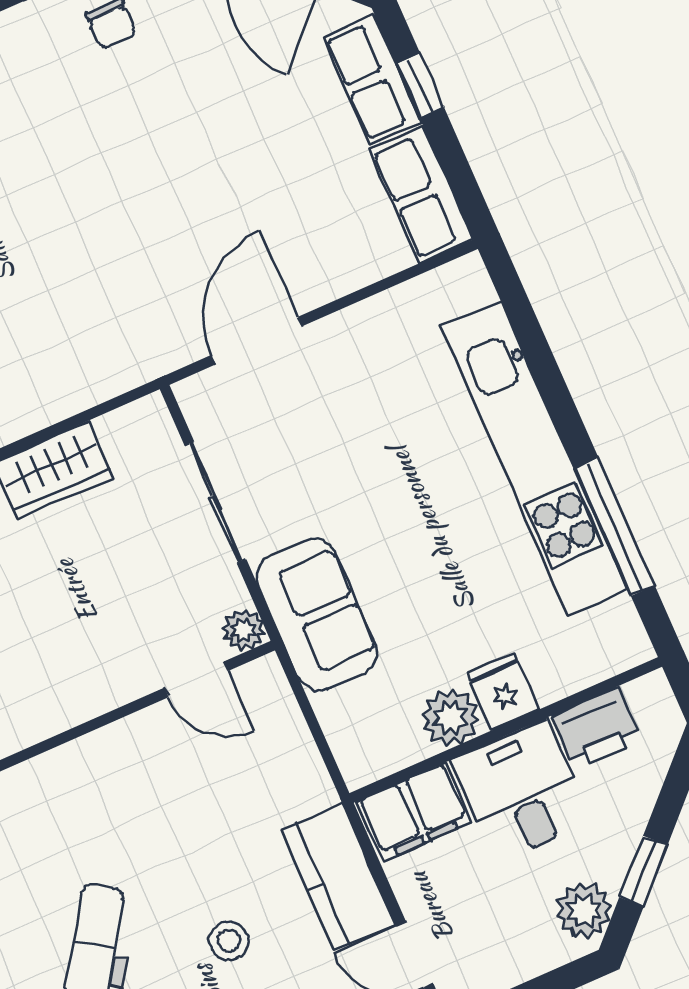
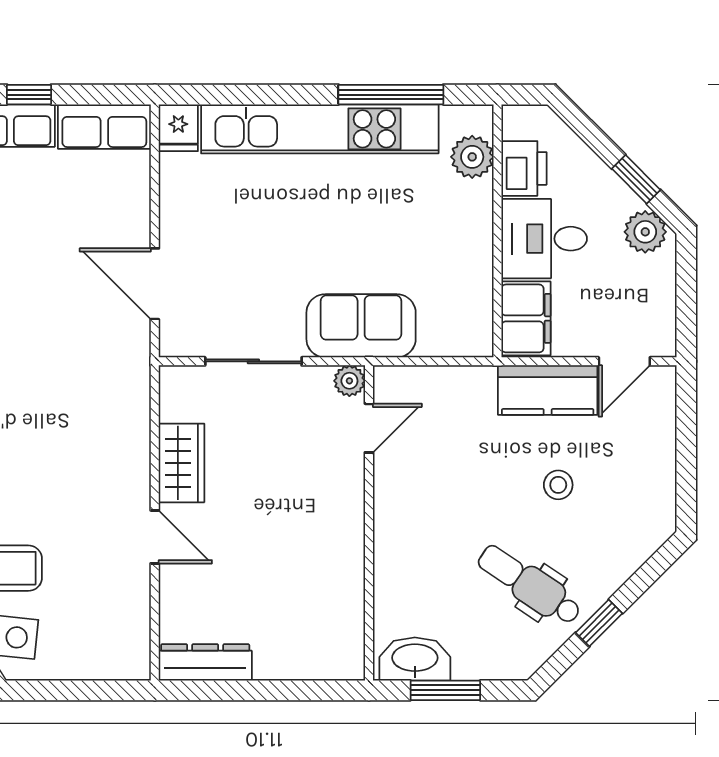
fridge: (503, 691) -> (178, 128), moved, turned -90
plant: (450, 718) -> (472, 157), moved

